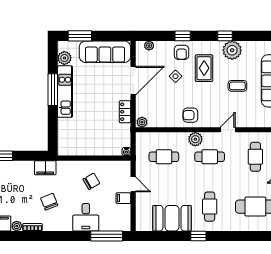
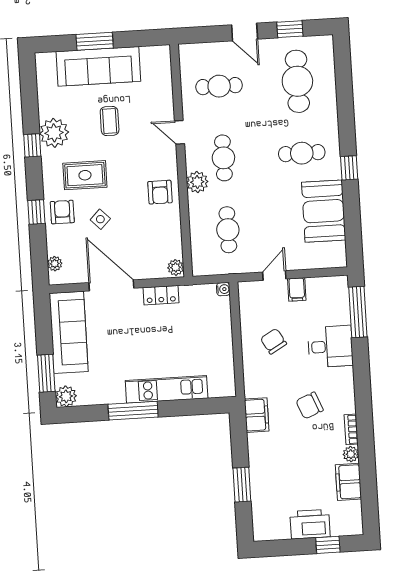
armchair: (182, 52) -> (62, 212), turned -90
plant: (64, 58) -> (66, 396), moved
kitchen unit: (65, 92) -> (167, 389), moved

